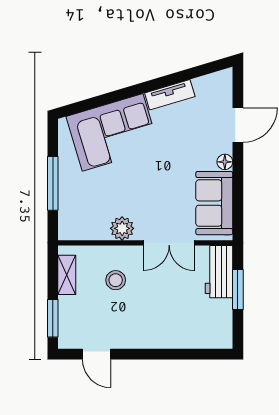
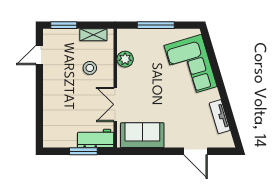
tv unit: (170, 95) -> (220, 117), moved
floor lamp: (225, 162) -> (170, 142), removed
plant: (122, 228) -> (125, 59), moved

